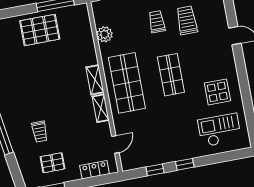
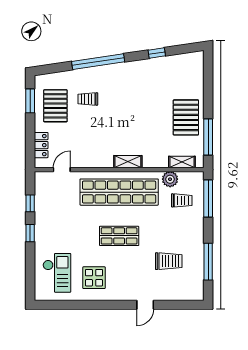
trolley: (157, 22) -> (182, 200), moved
shop shelf: (127, 83) -> (119, 192), width x1.40
shelving: (101, 108) -> (182, 162), moved
door: (115, 144) -> (62, 170), swing flipped
pallet: (53, 163) -> (55, 106), width x1.50, depth x1.42

